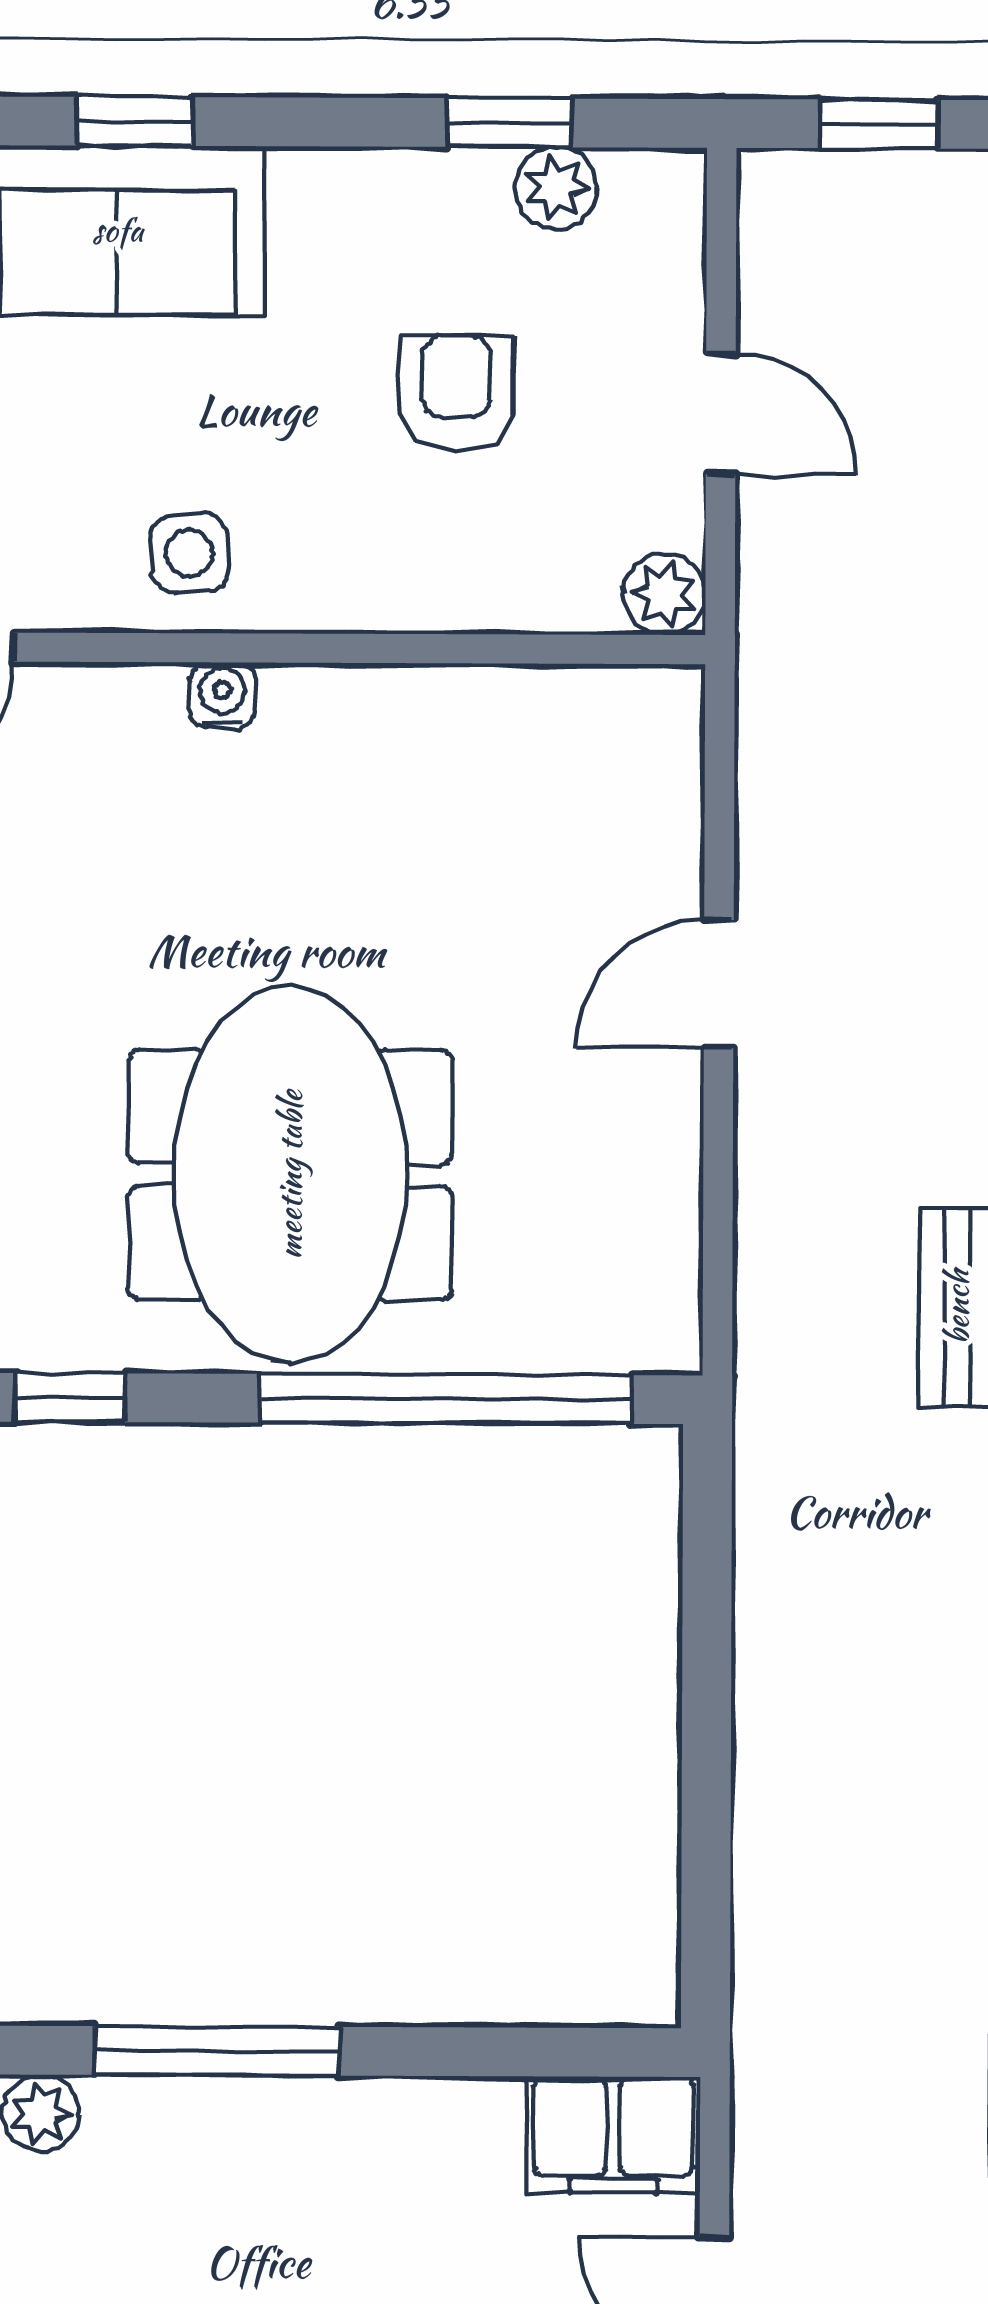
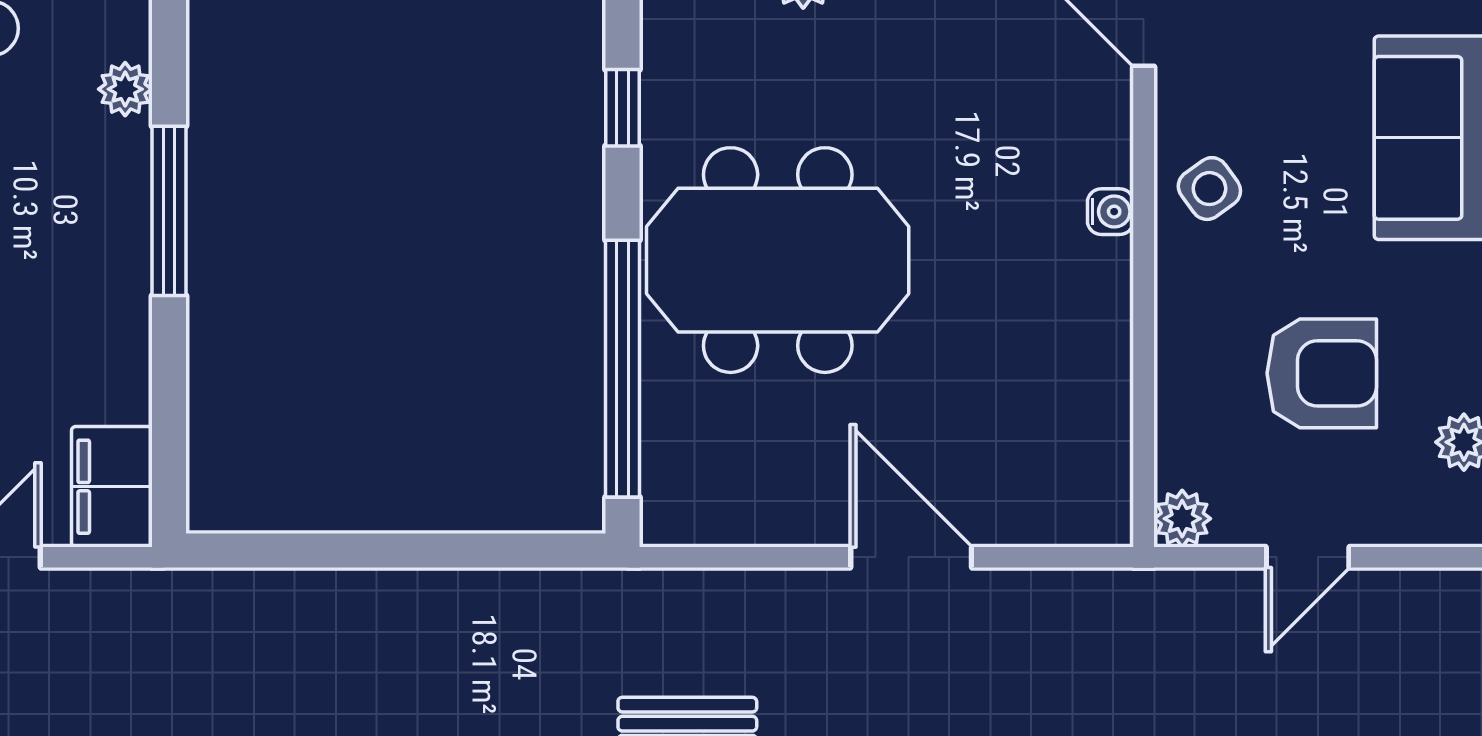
armchair: (456, 392) -> (1322, 373), width x1.38, depth x1.38
side table: (190, 553) -> (1209, 189), turned -31
door: (719, 984) -> (911, 557), width x1.38

